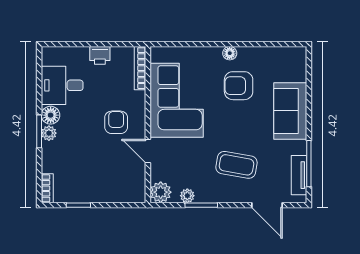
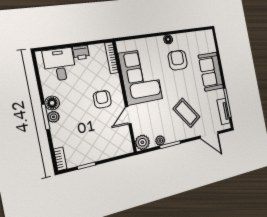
desk: (62, 85) -> (60, 64), moved, turned 90
armchair: (239, 86) -> (178, 60), turned 90
door: (148, 151) -> (128, 115), hinge flipped
coffee table: (236, 165) -> (186, 113), turned 45

